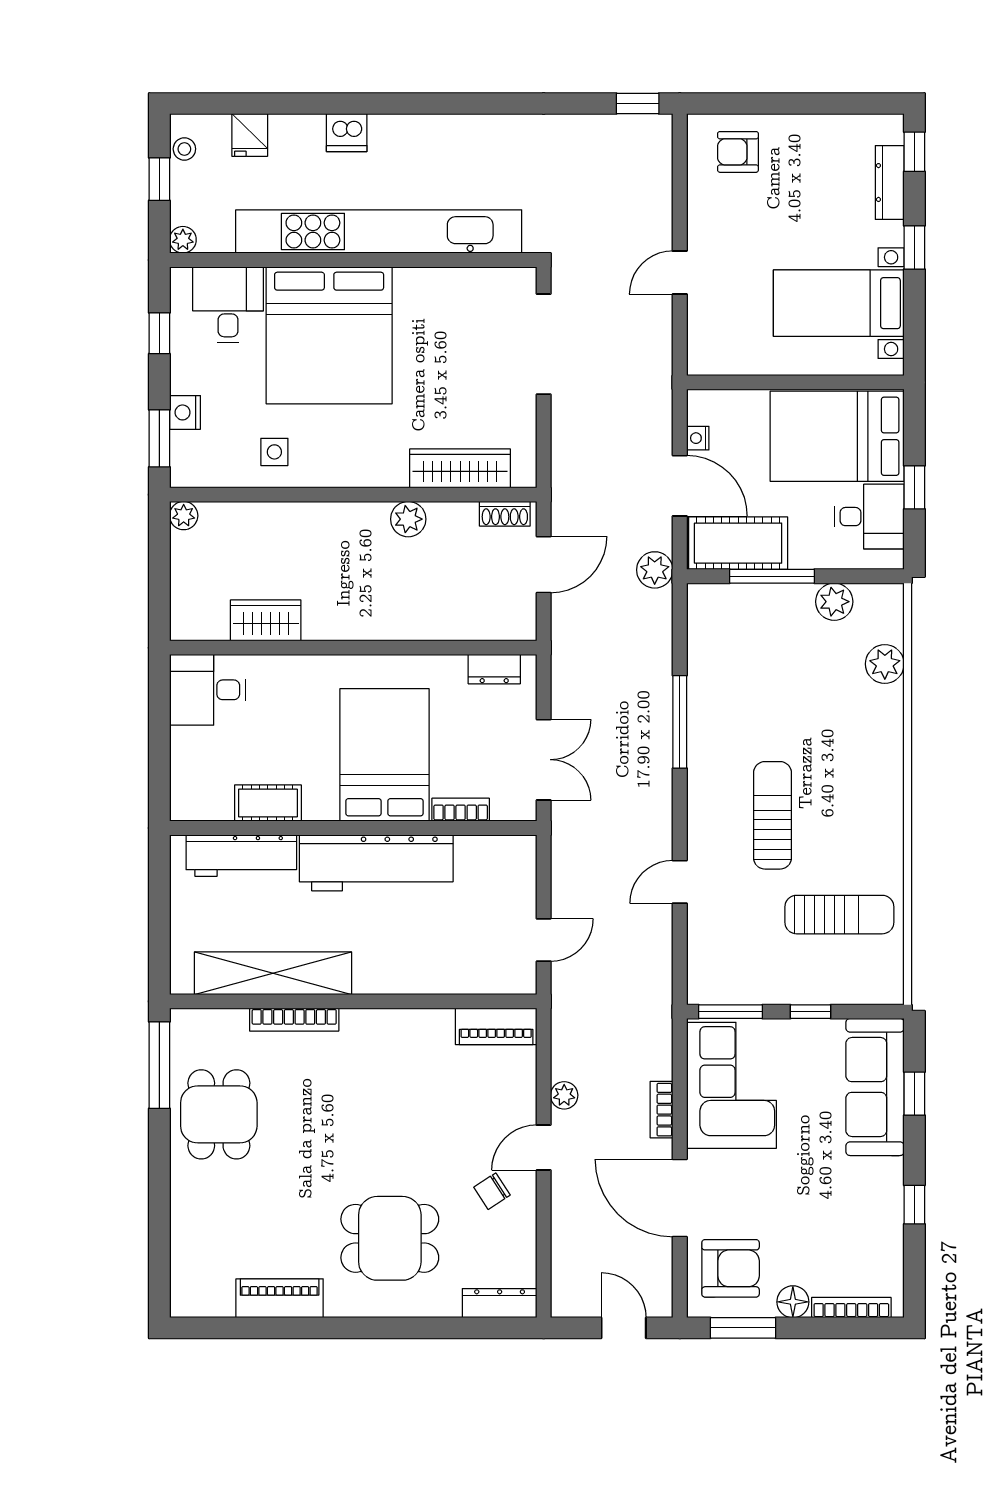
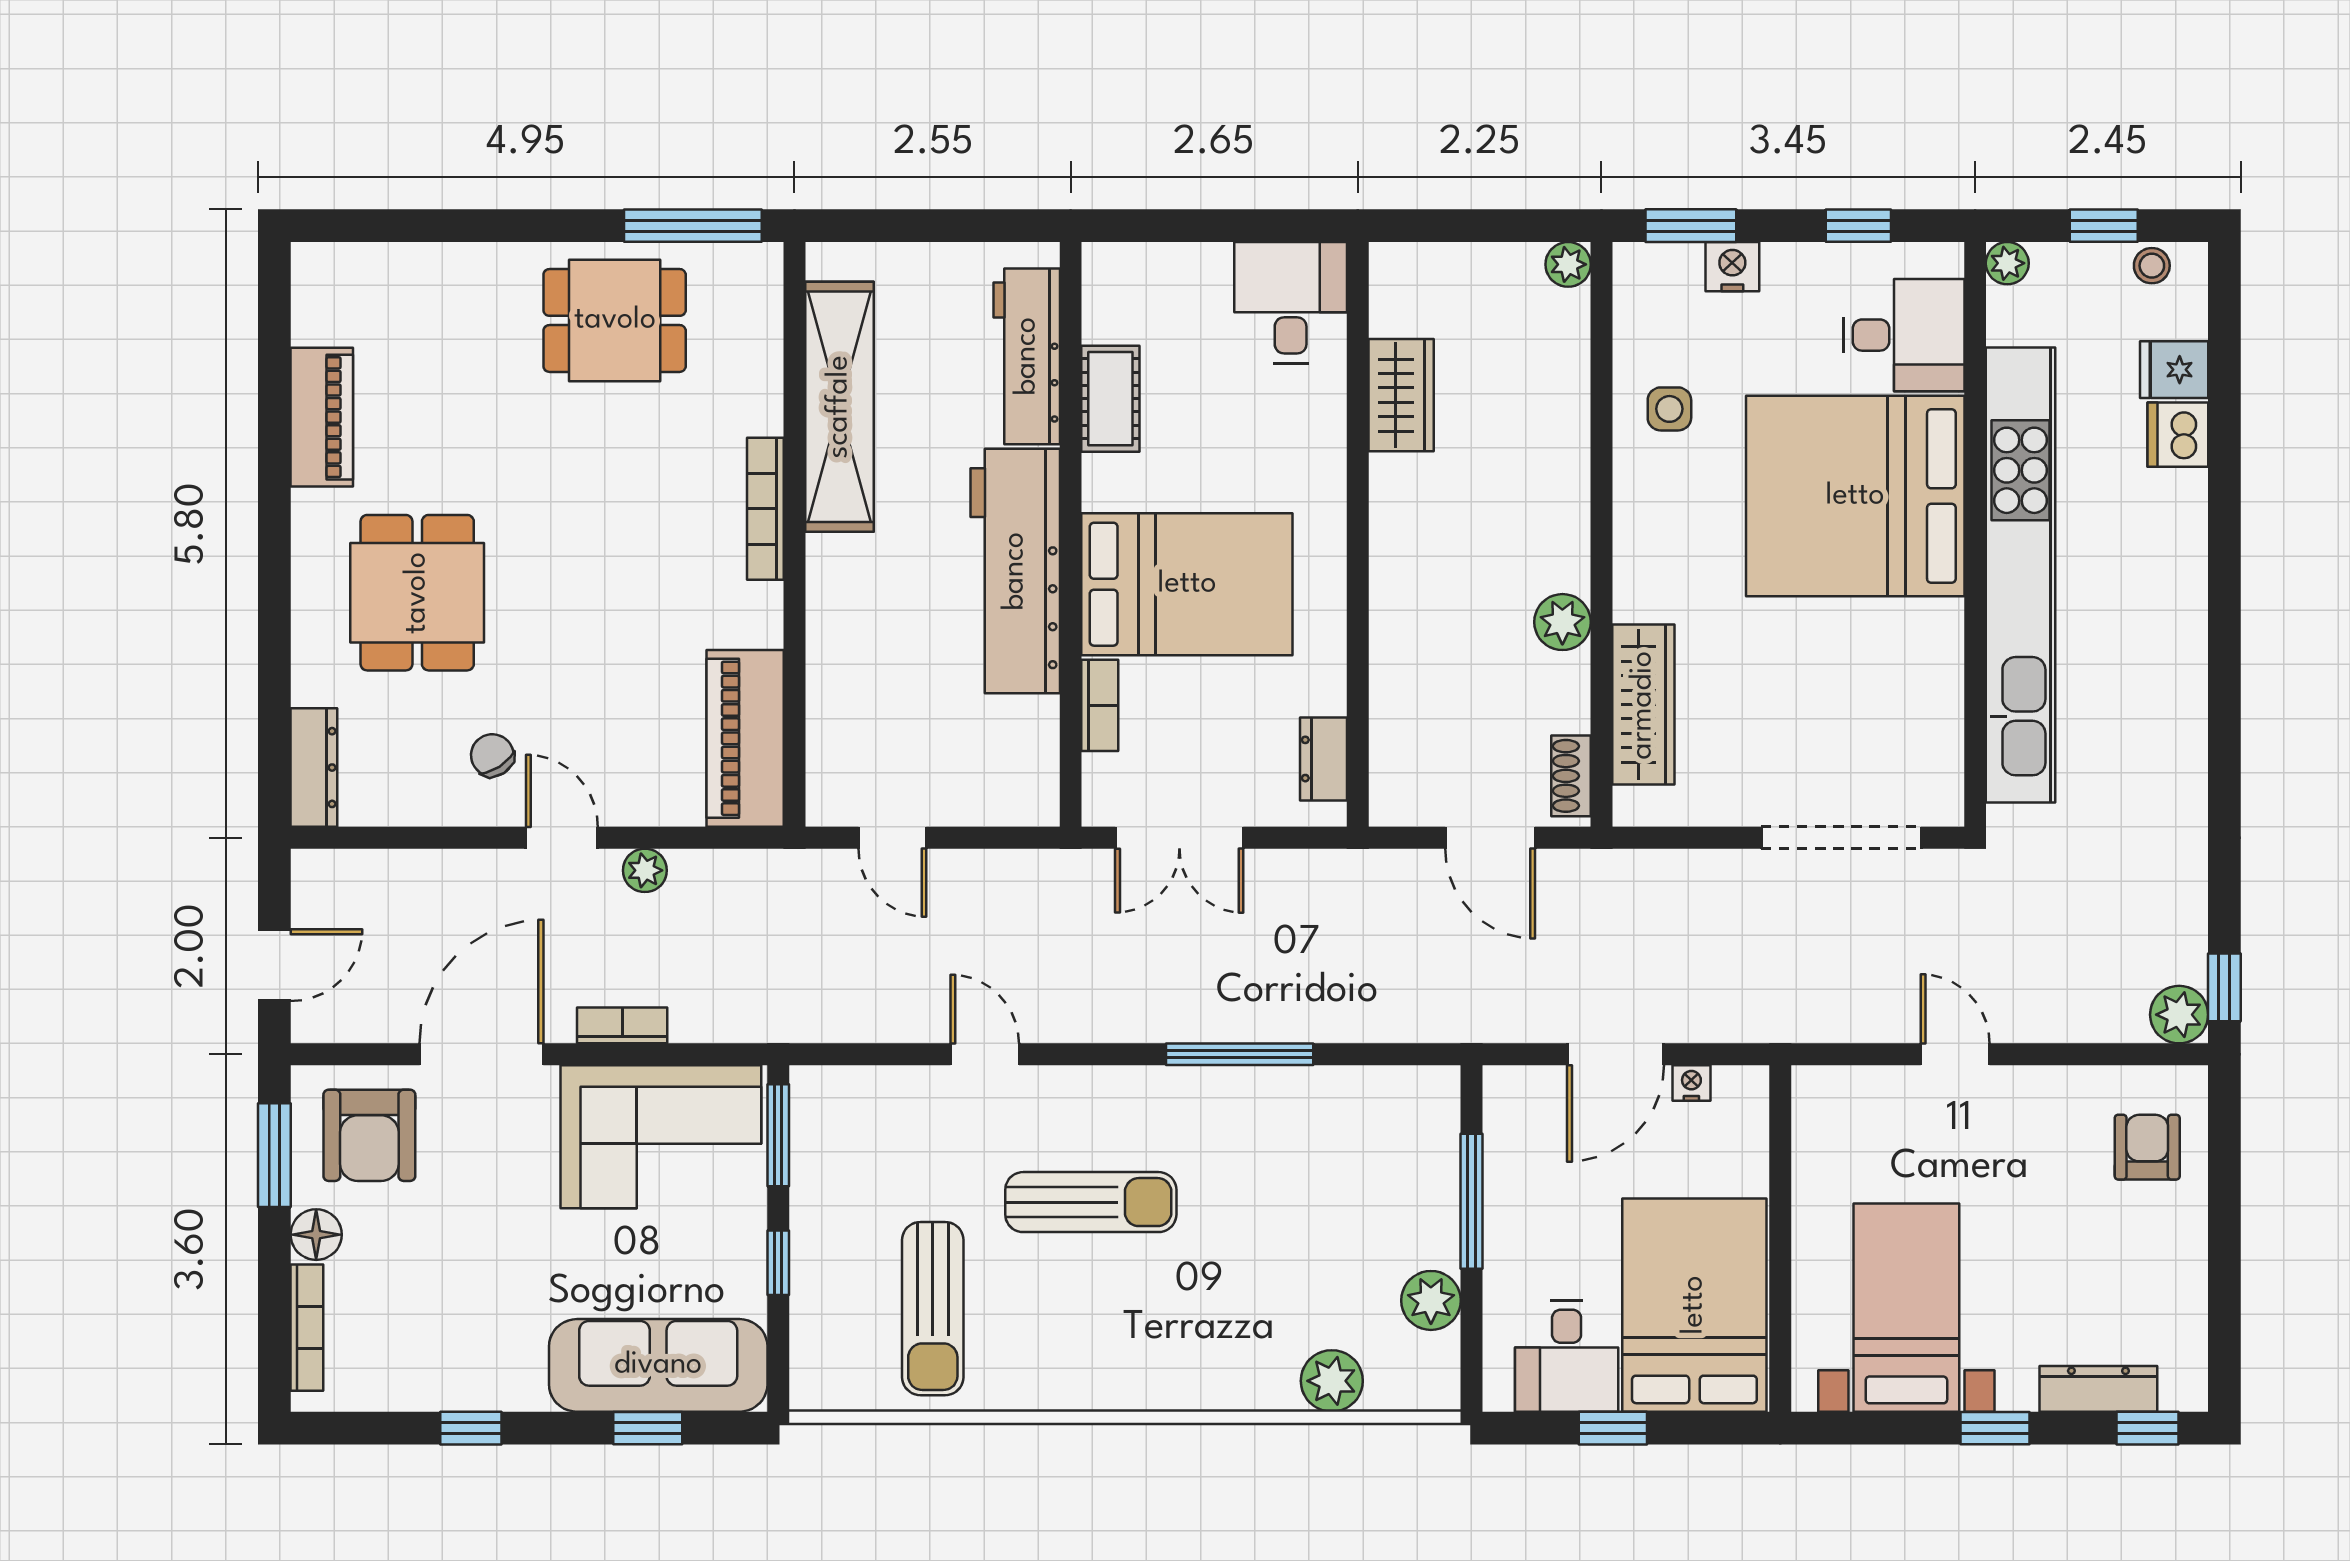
dishwasher: (347, 133) -> (2178, 435), moved
cot: (738, 543) -> (1524, 1147), removed
plant: (655, 570) -> (2179, 1015), moved
bookcase: (294, 1020) -> (765, 509), moved
piano: (496, 1026) -> (745, 738), width x1.37, depth x1.33

